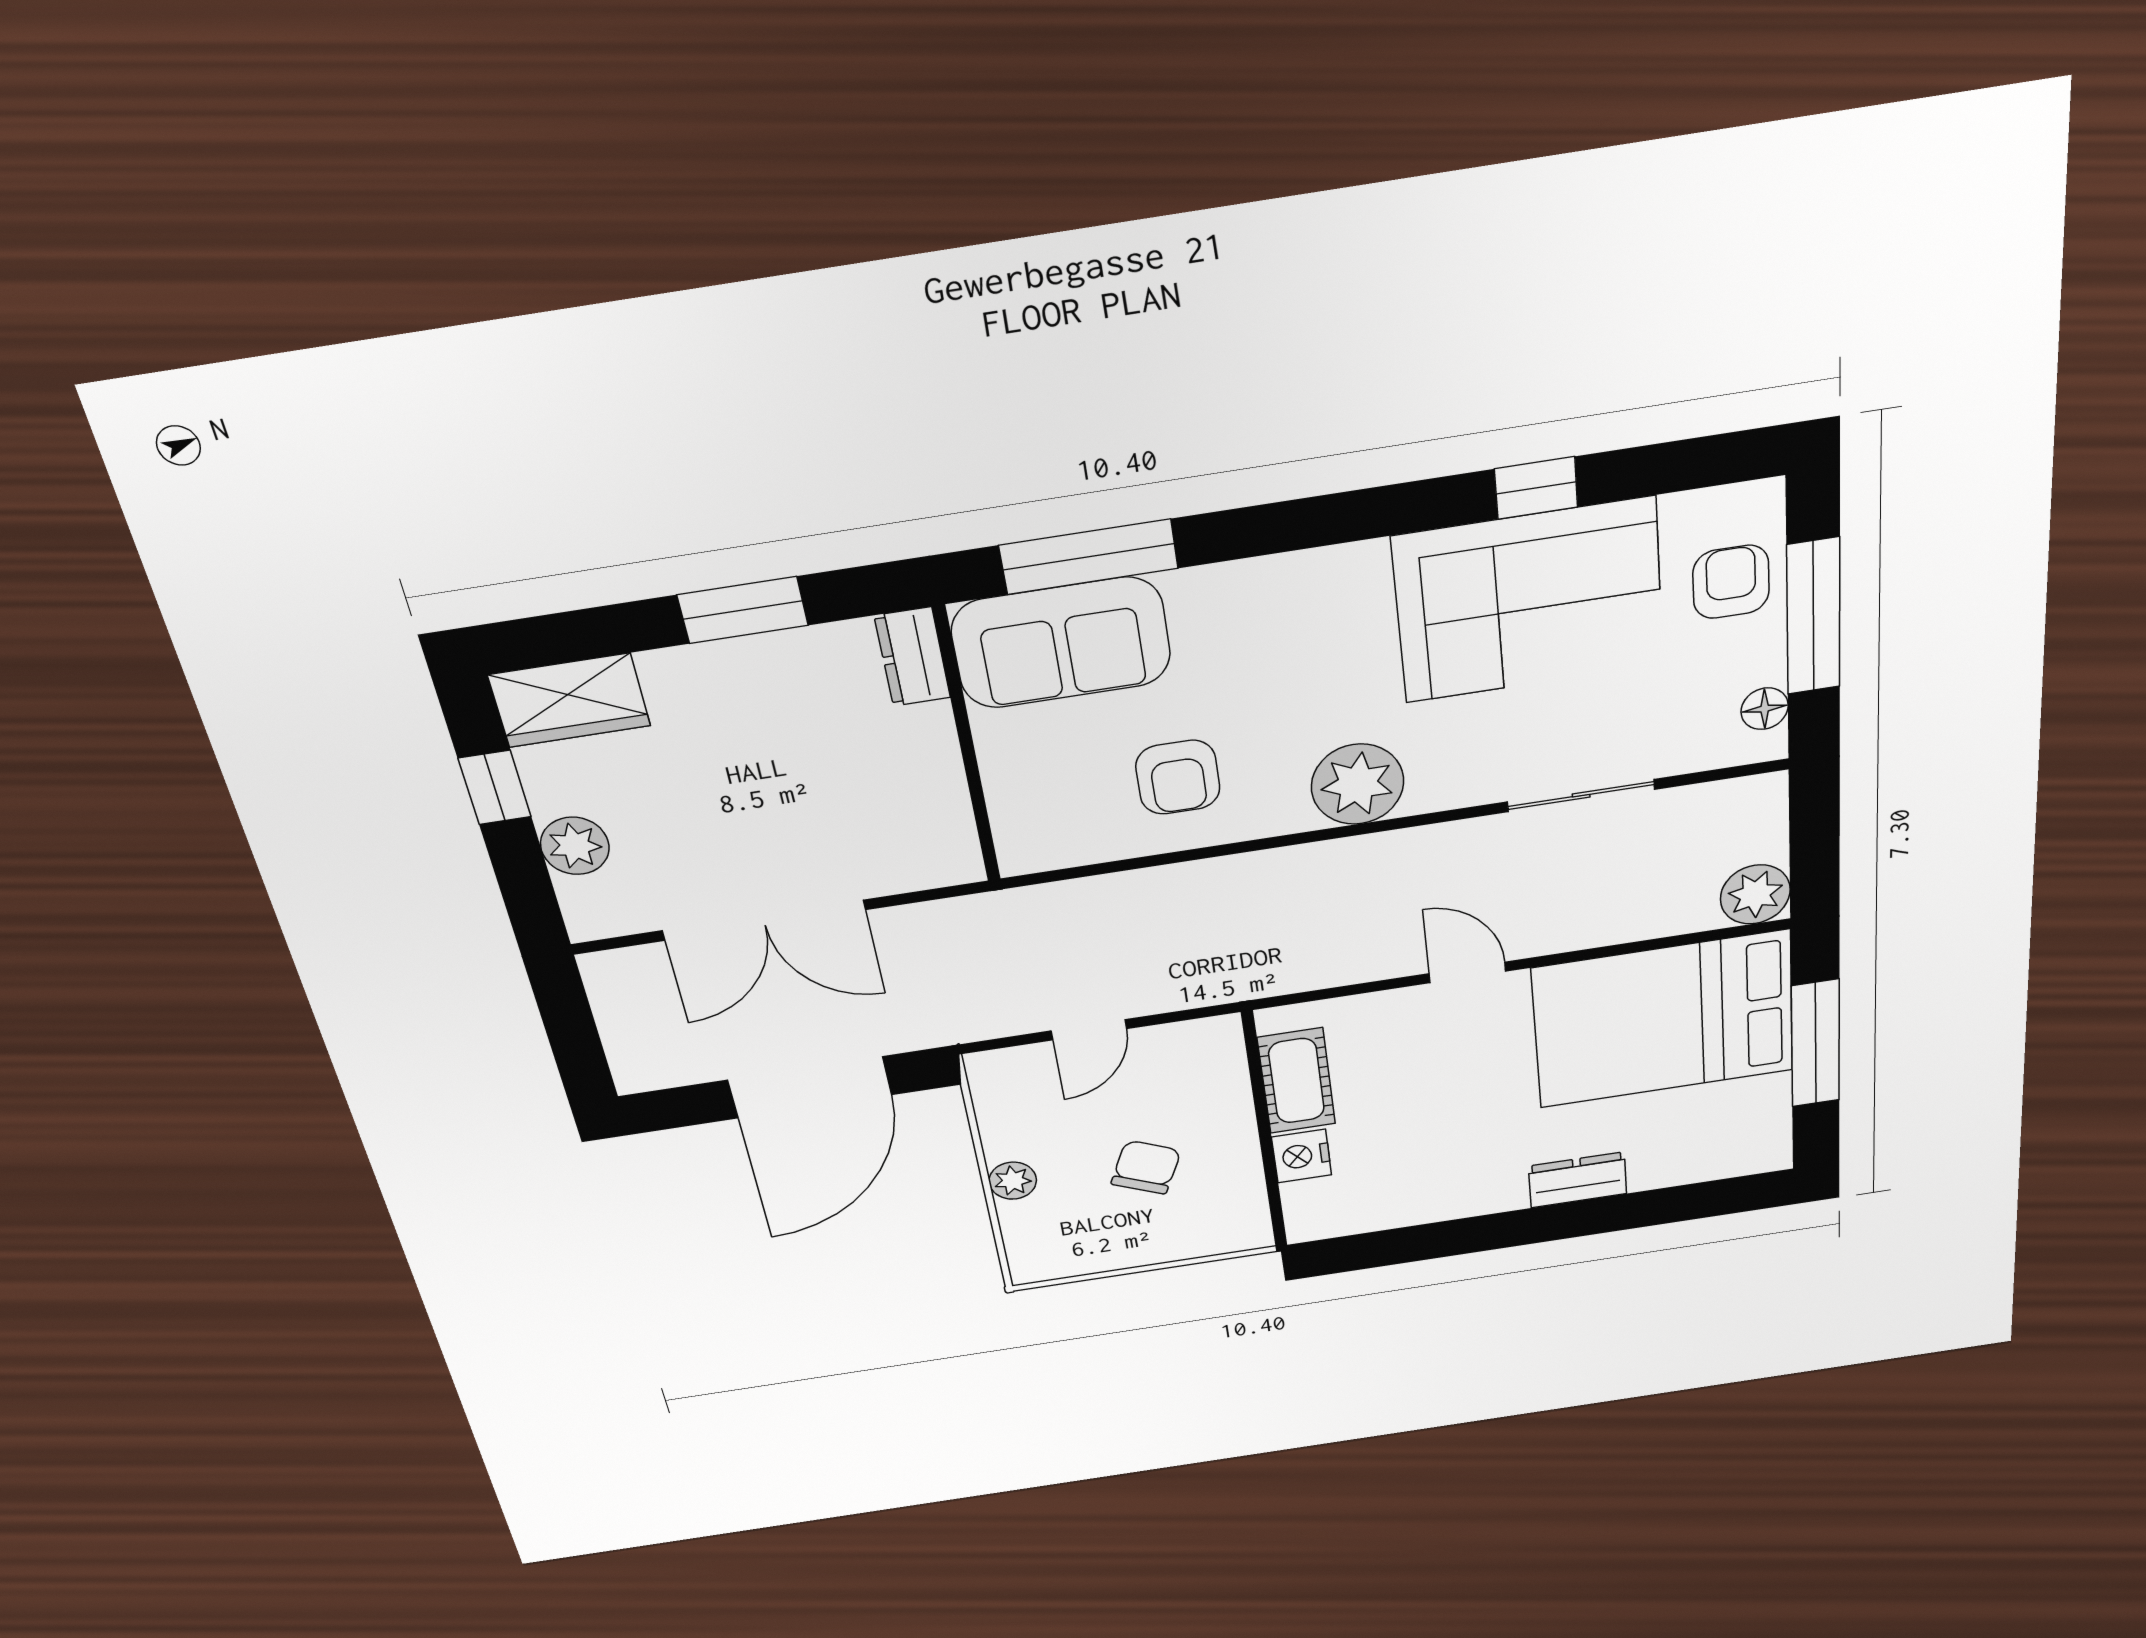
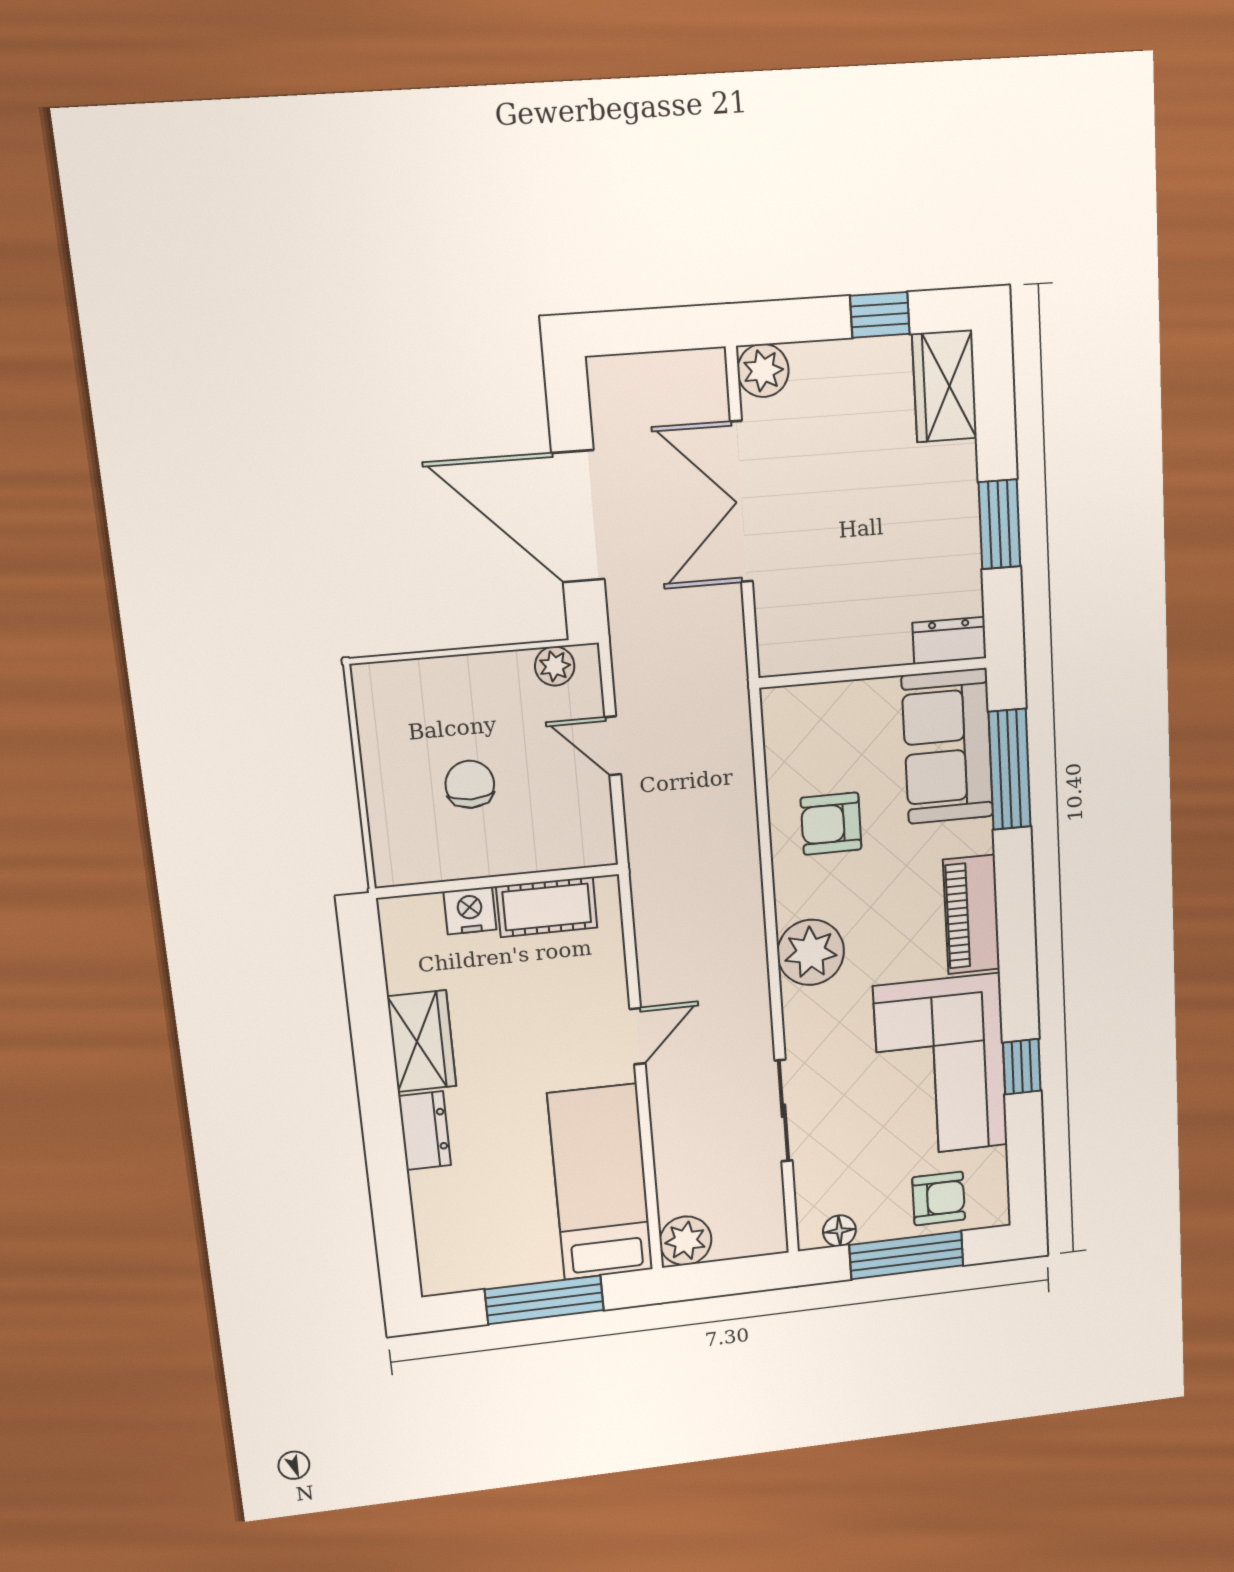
piano: (1303, 584) -> (972, 915), added
plant: (575, 846) -> (763, 371), moved
bed: (1664, 1020) -> (601, 1182), width x0.67
chair: (1146, 1167) -> (470, 784), turned -114
plant: (1013, 1181) -> (555, 666), moved
wardrobe: (1464, 1190) -> (422, 1041), added

